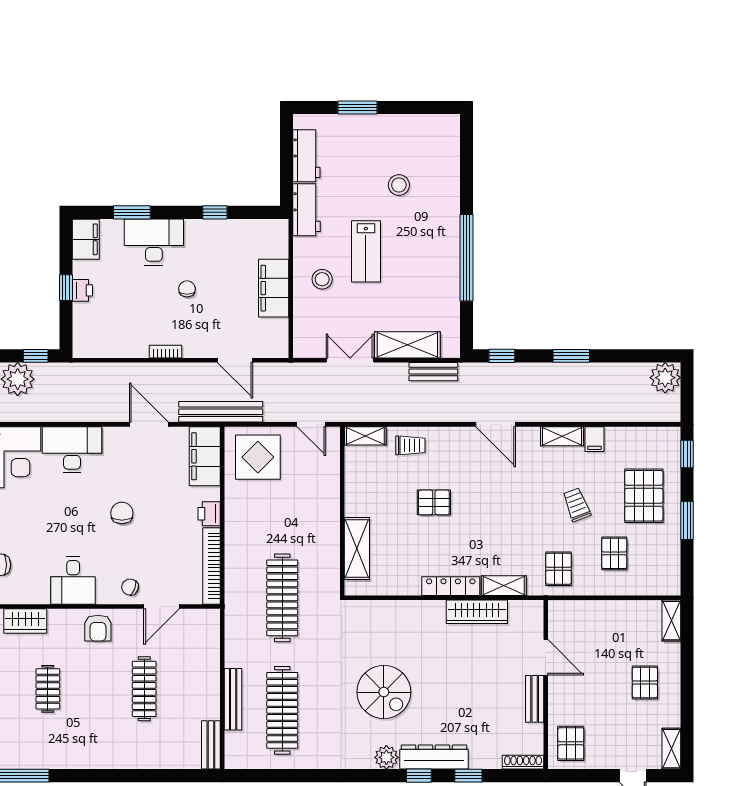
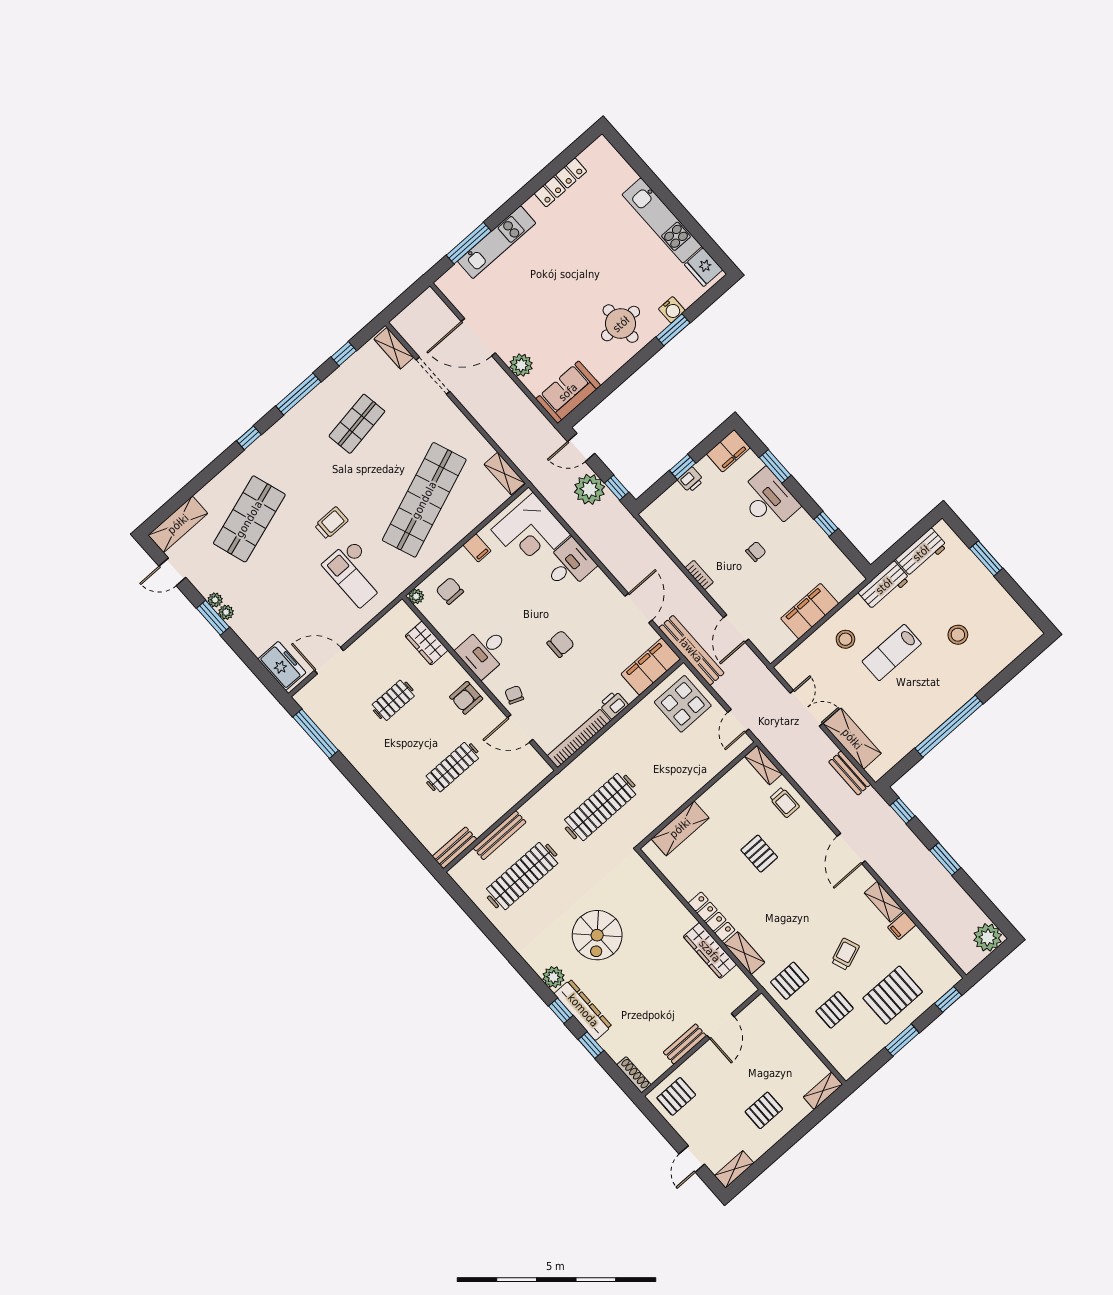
desk: (72, 450) -> (569, 565), width x0.73

